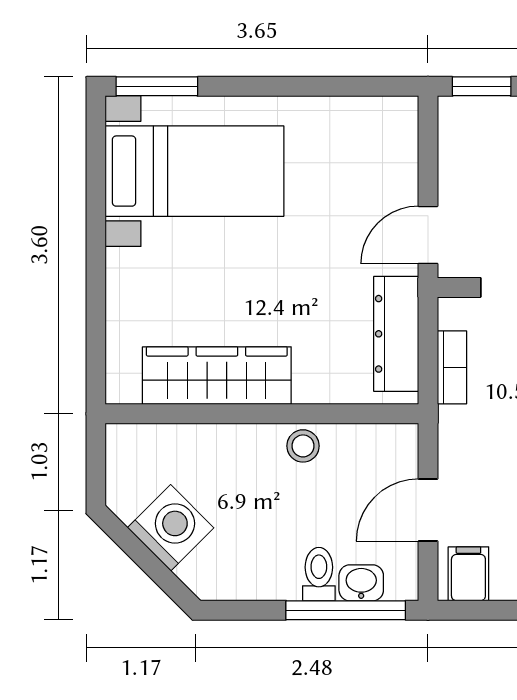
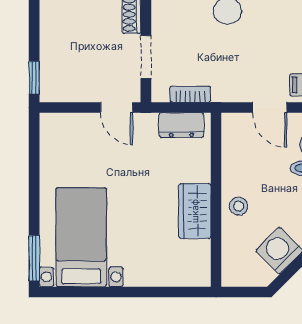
dresser: (396, 334) -> (181, 125), width x0.70
wardrobe: (217, 376) -> (195, 211), width x0.67
stool: (303, 446) -> (239, 206), moved

